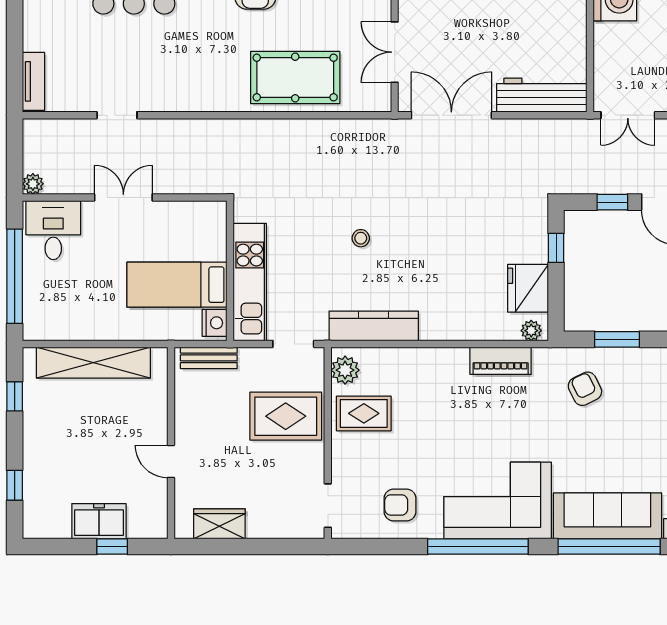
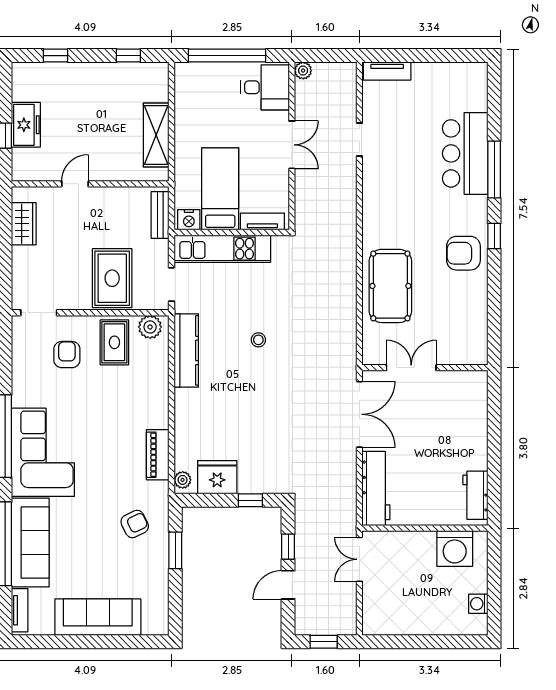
tv unit: (217, 233) -> (262, 222), added
shelving: (93, 363) -> (156, 135), width x0.68
armchair: (400, 505) -> (67, 355), moved

